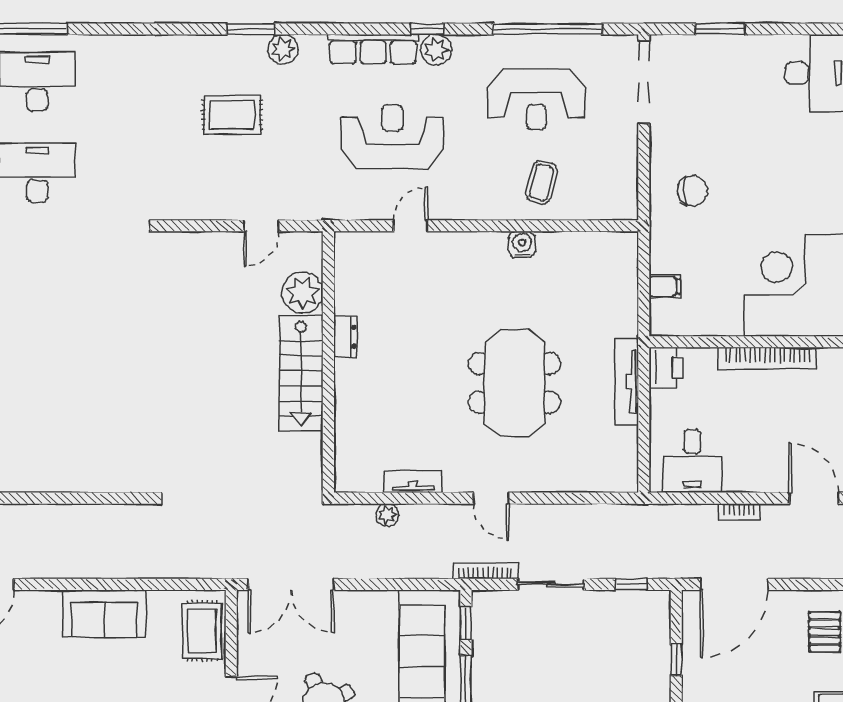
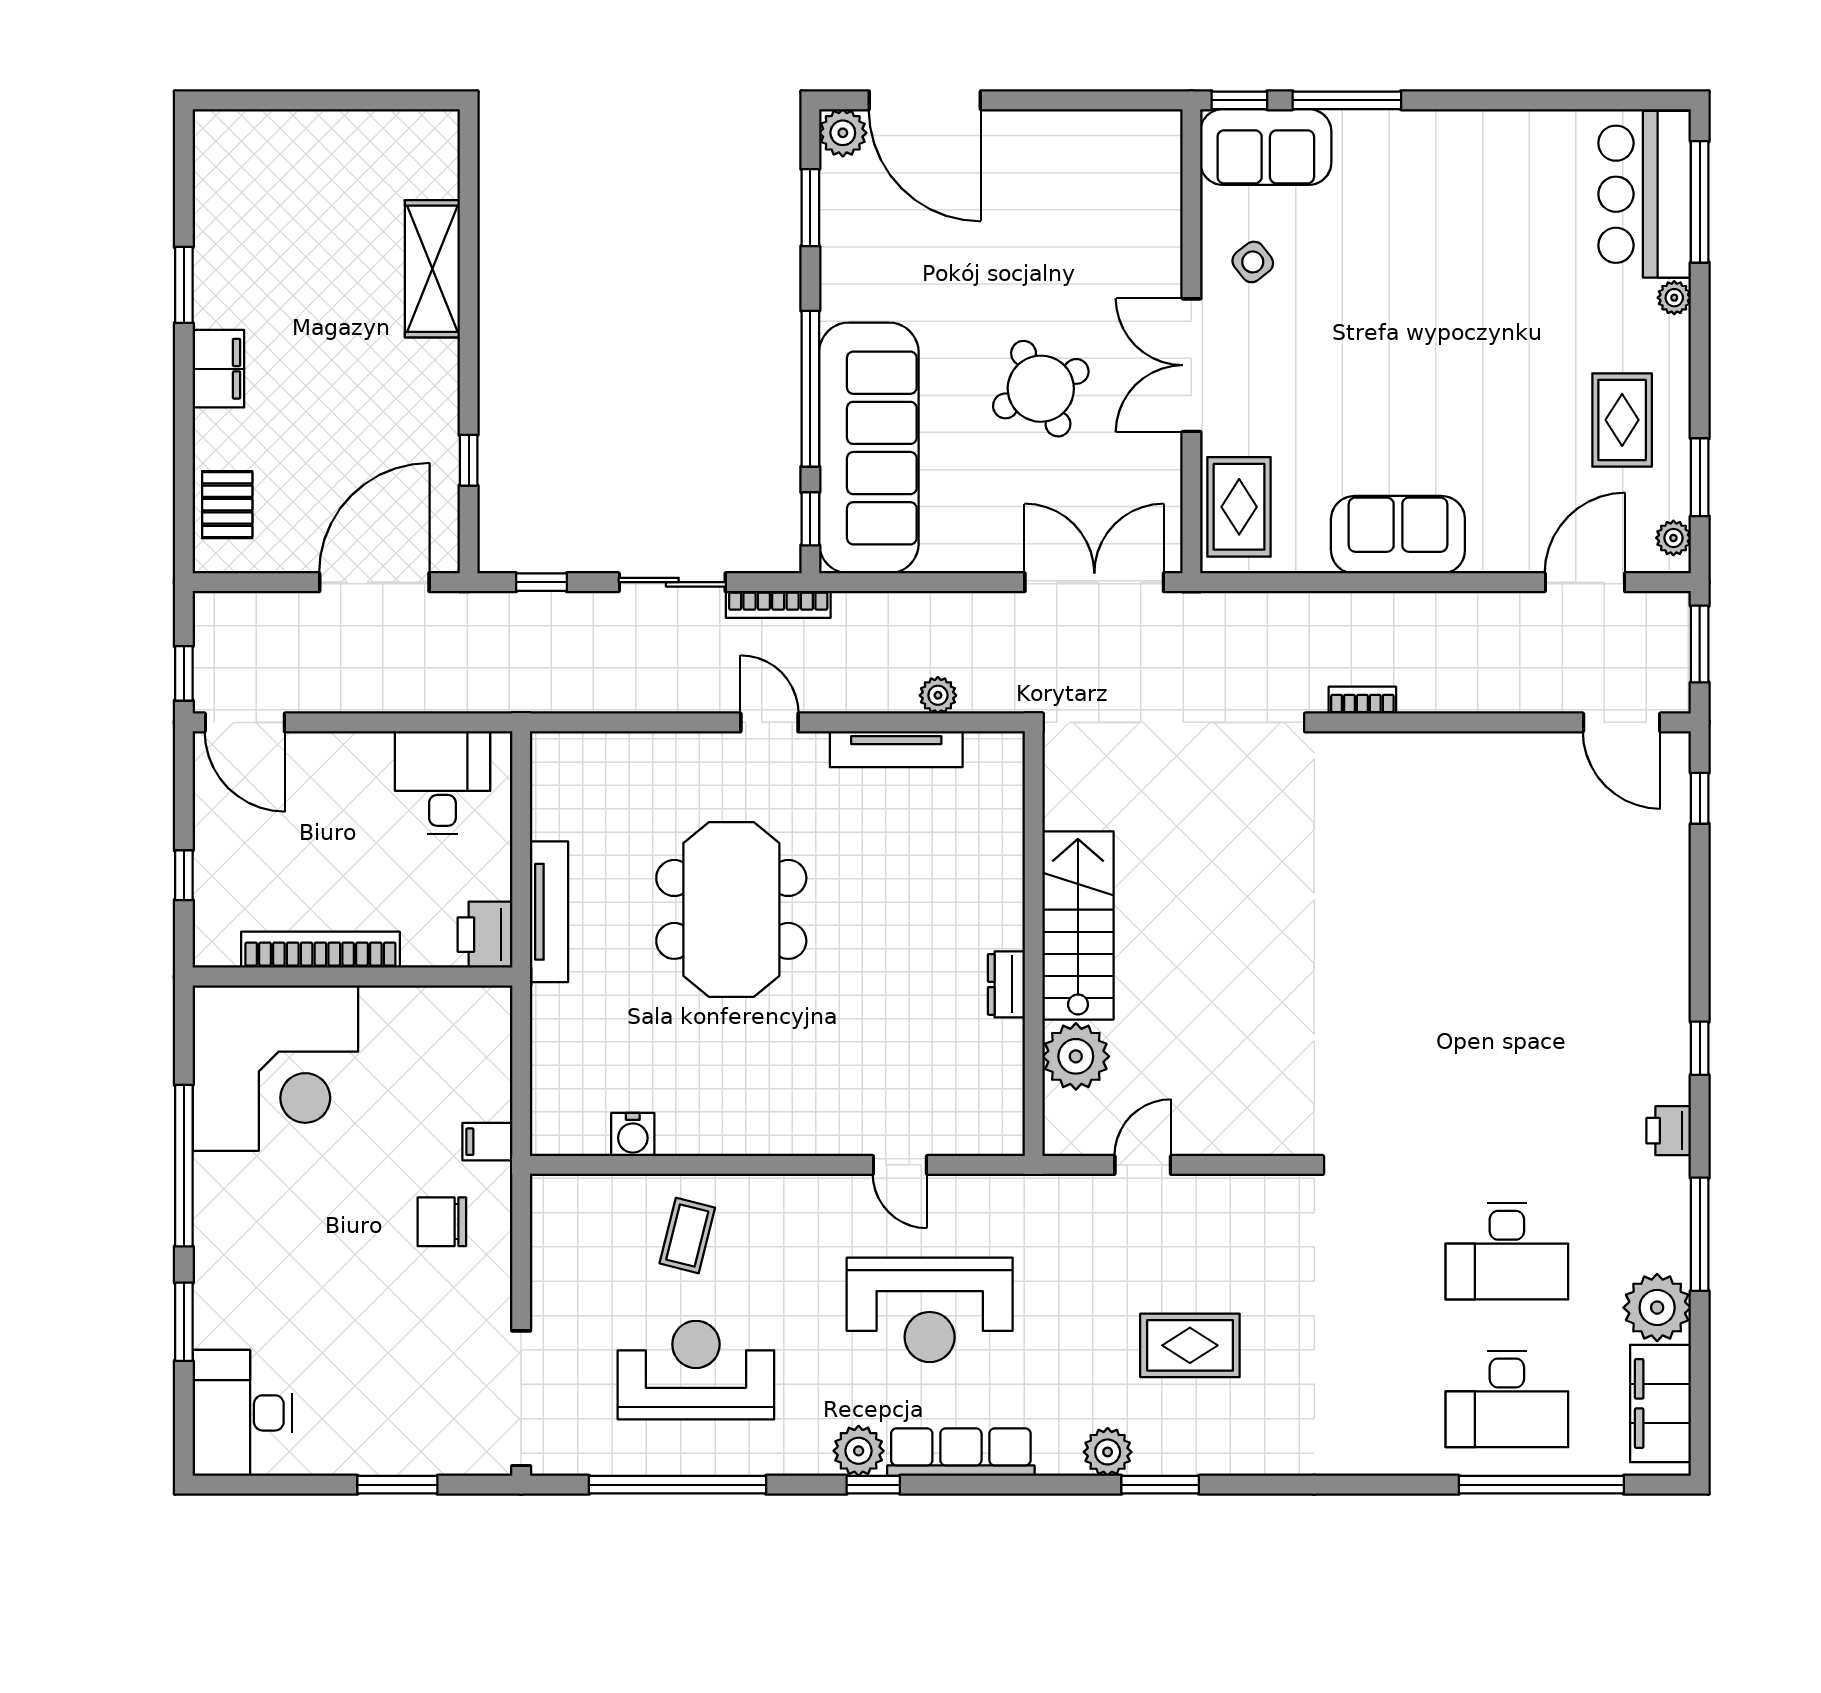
door: (411, 226) -> (900, 1165), hinge flipped
water cooler: (522, 244) -> (633, 1135), moved
filing cabinet: (665, 286) -> (487, 1142), moved
tv unit: (413, 482) -> (896, 749), width x1.41
bookcase: (739, 512) -> (1362, 700), moved

